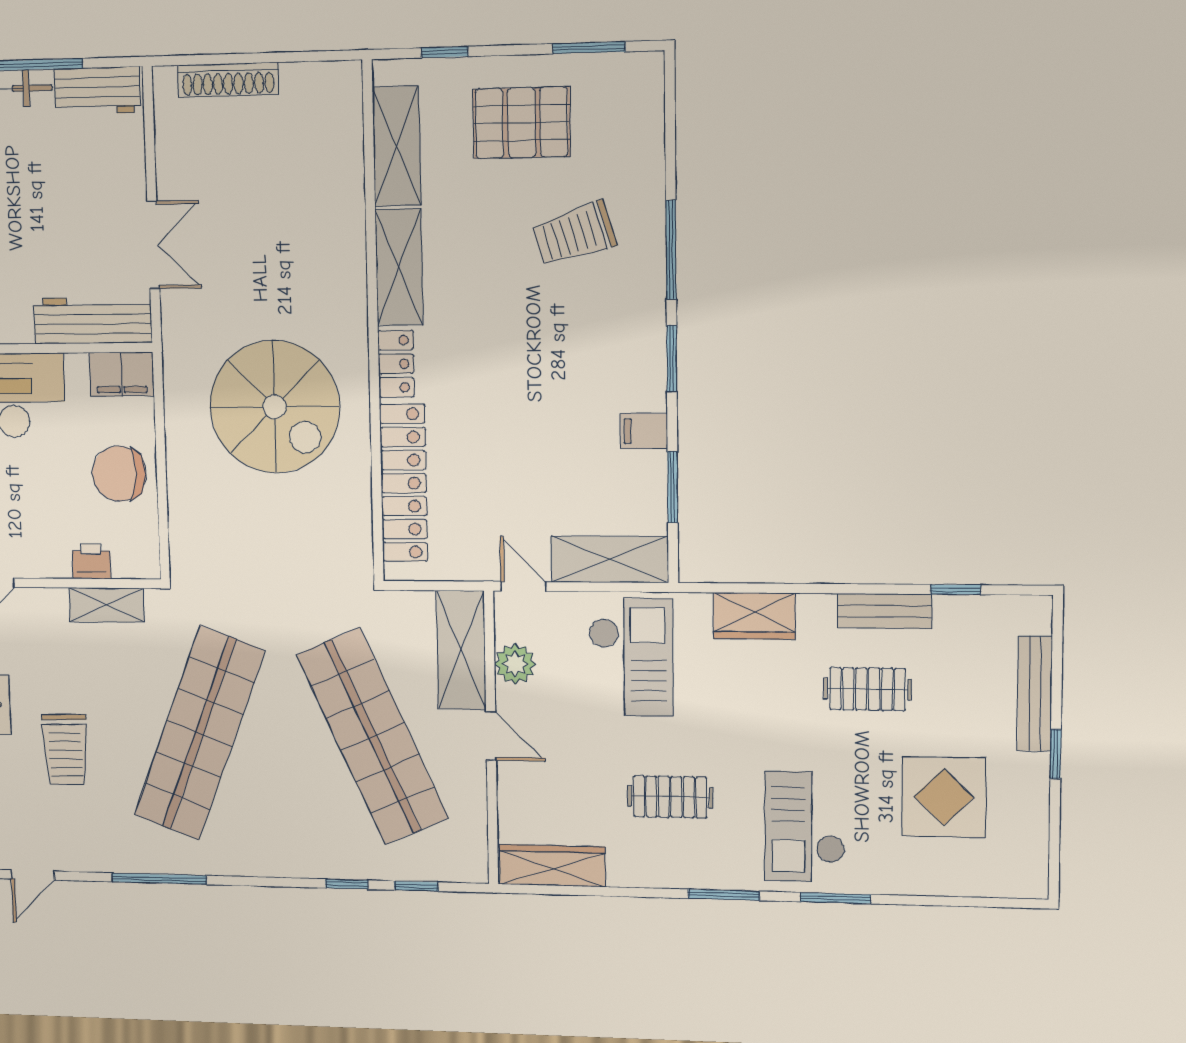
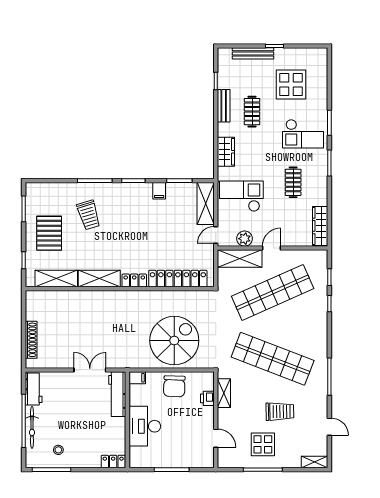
filing cabinet: (122, 374) -> (137, 378), width x0.50
spiral stairs: (274, 407) -> (174, 341), moved

